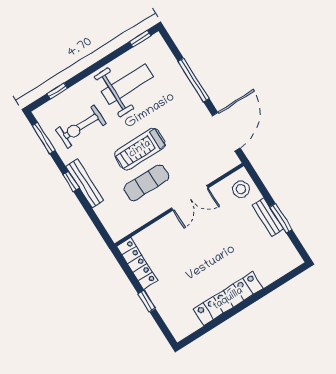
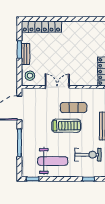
weight bench: (127, 84) -> (53, 161), turned 180
locker: (228, 299) -> (41, 27), moved

